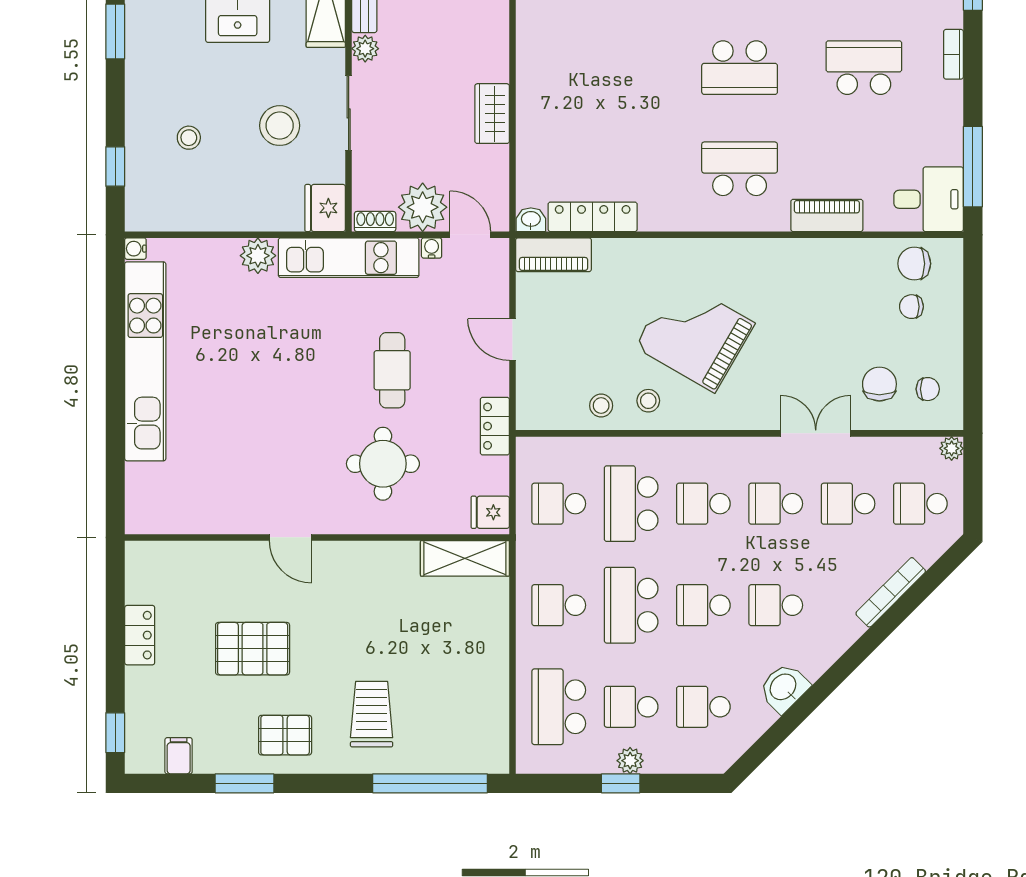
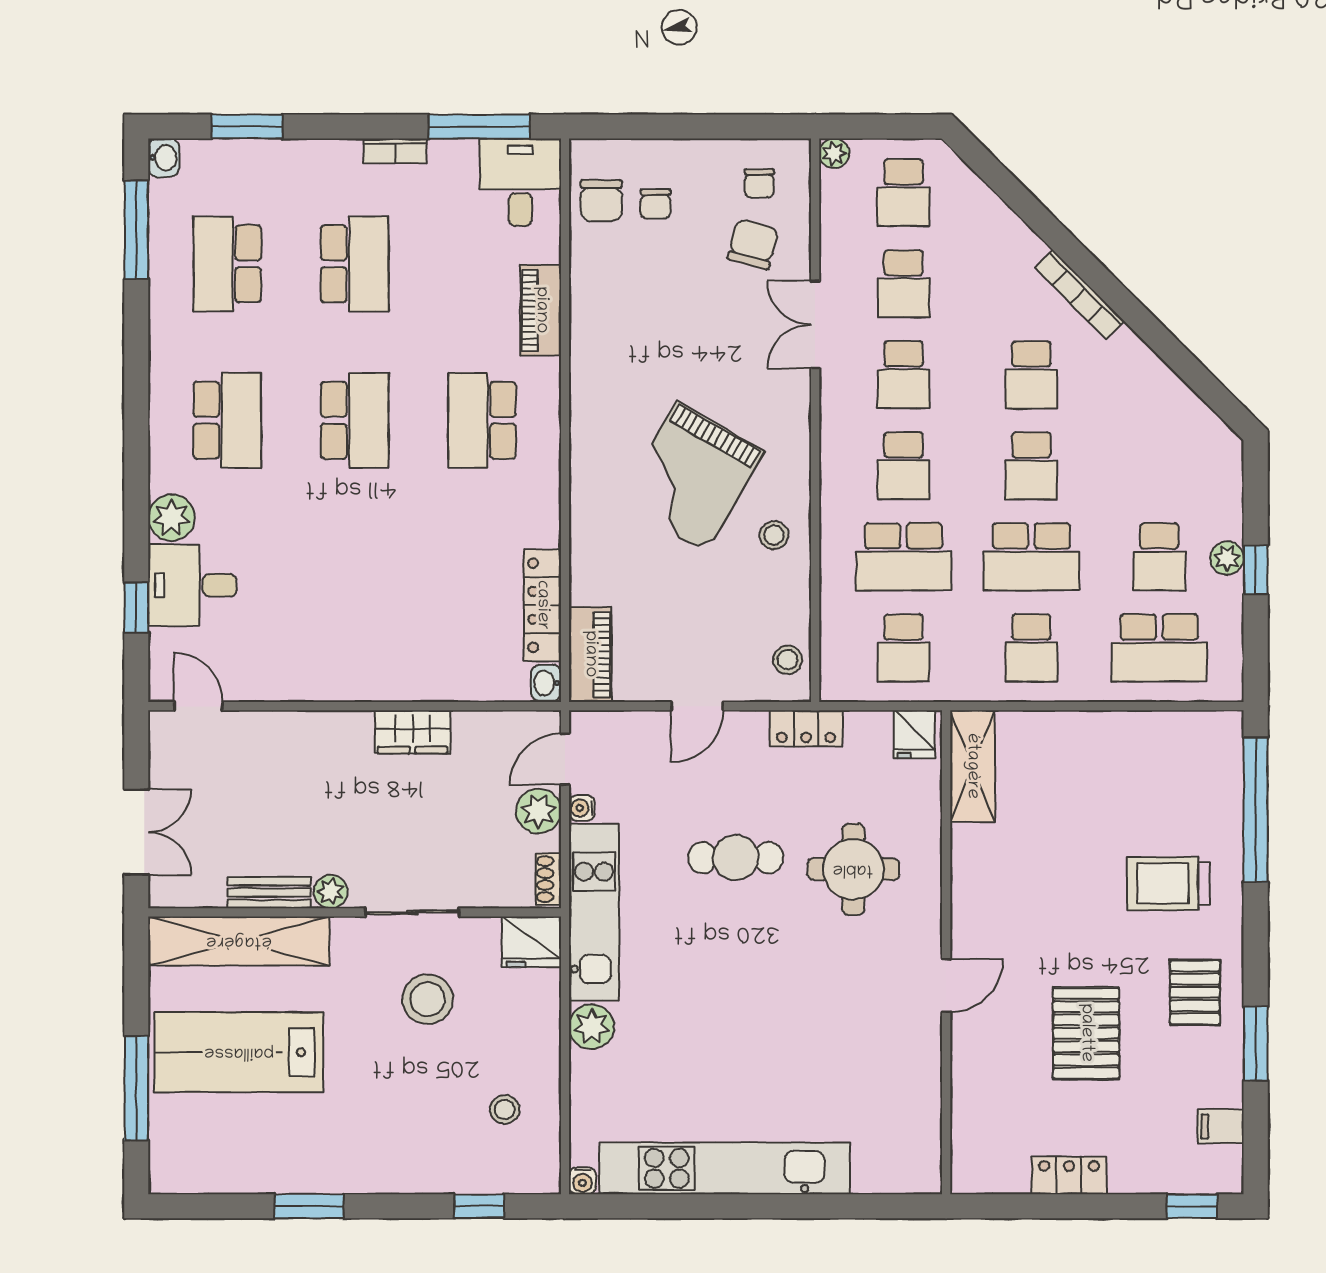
bookcase: (954, 54) -> (395, 151), moved
school desk: (864, 68) -> (355, 264), turned 180
stool: (189, 138) -> (505, 1110), moved
plant: (423, 207) -> (539, 811), width x0.73, depth x0.73
chair: (879, 384) -> (753, 244), turned 105
chair: (928, 389) -> (759, 183), turned 180
stool: (601, 406) -> (788, 660), moved
bookcase: (891, 592) -> (1079, 294), moved
washbasin: (784, 688) -> (1135, 365), removed
school desk: (703, 707) -> (1159, 466), removed

